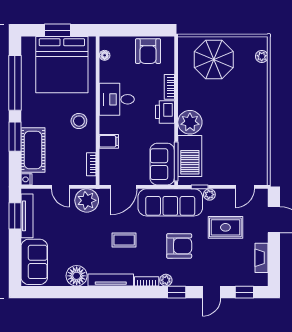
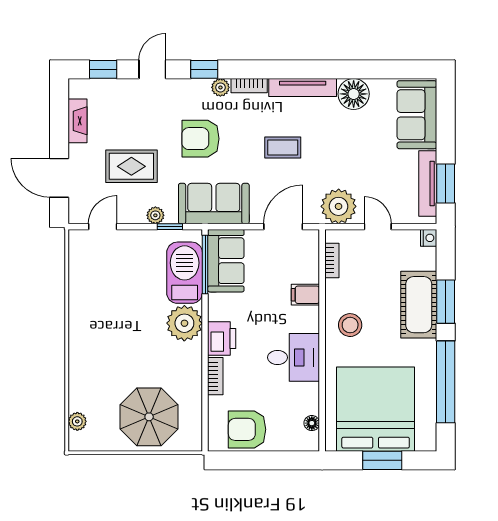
armchair: (148, 51) -> (247, 429), turned -90
cot: (33, 150) -> (419, 305), moved
sofa: (170, 202) -> (214, 204), width x0.73

